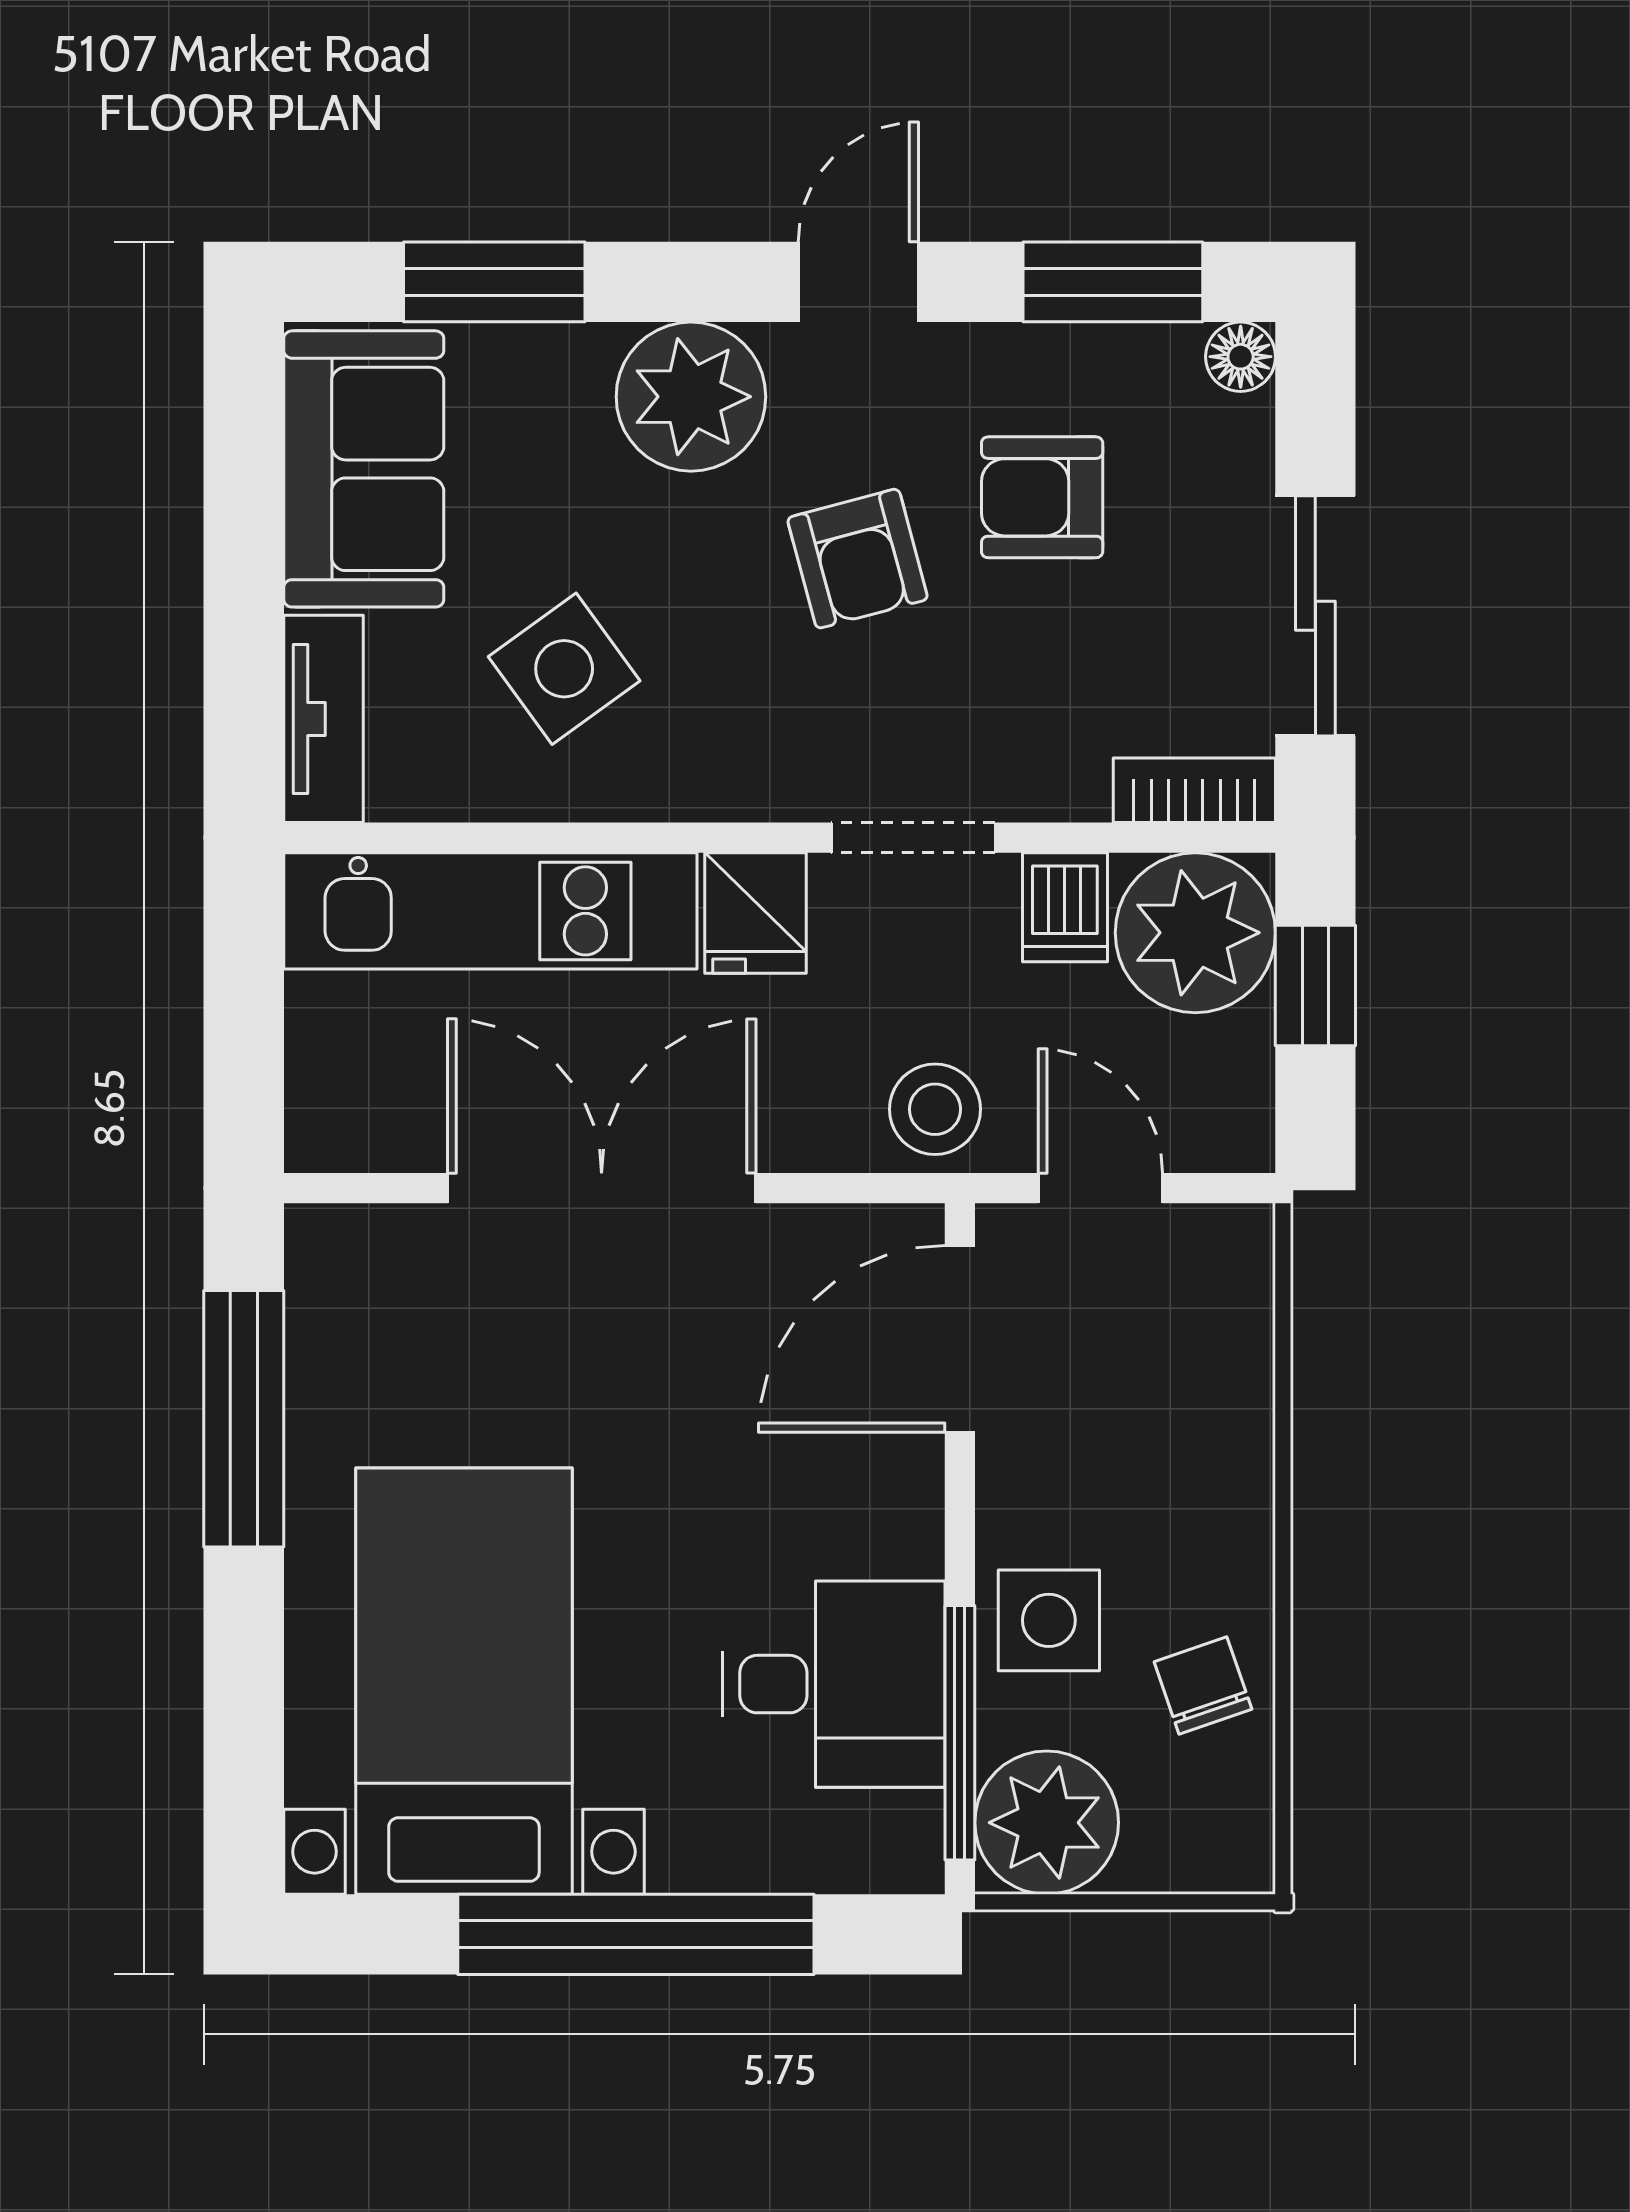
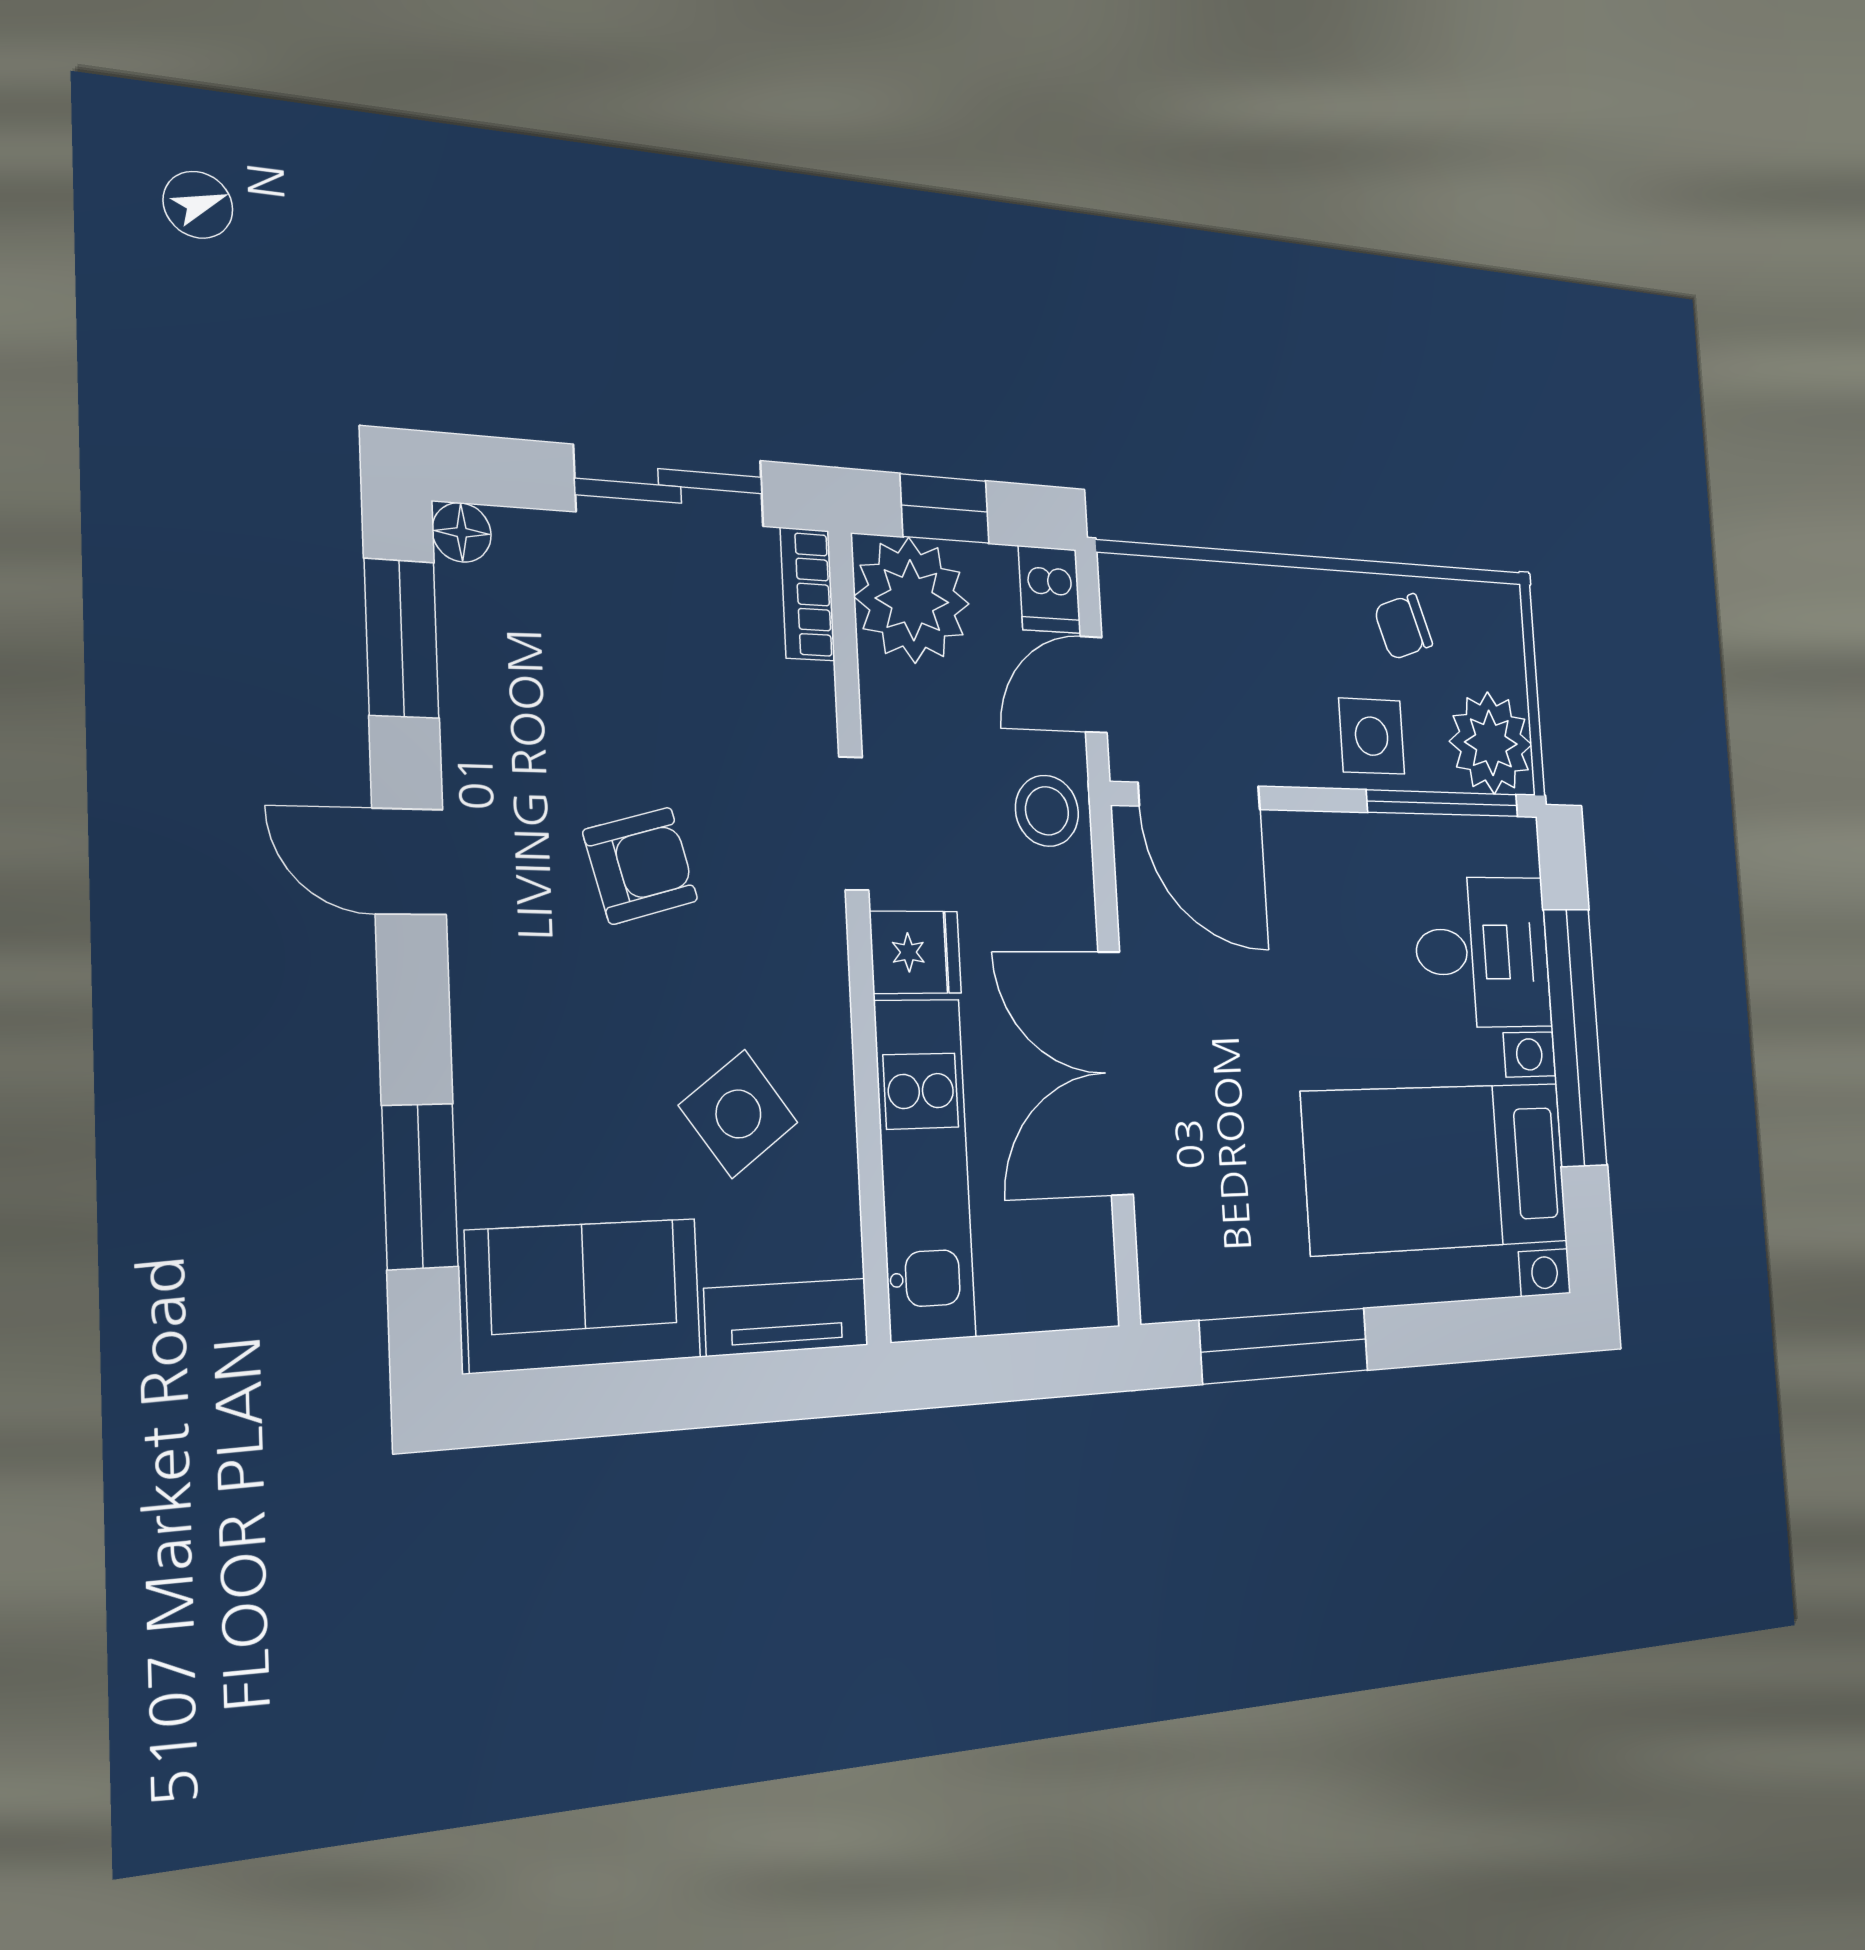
plant: (691, 397) -> (513, 1009), removed
armchair: (1042, 497) -> (585, 708), removed
dishwasher: (1065, 907) -> (1050, 590), moved, turned 90
desk: (833, 1684) -> (1482, 952), moved, turned 90

